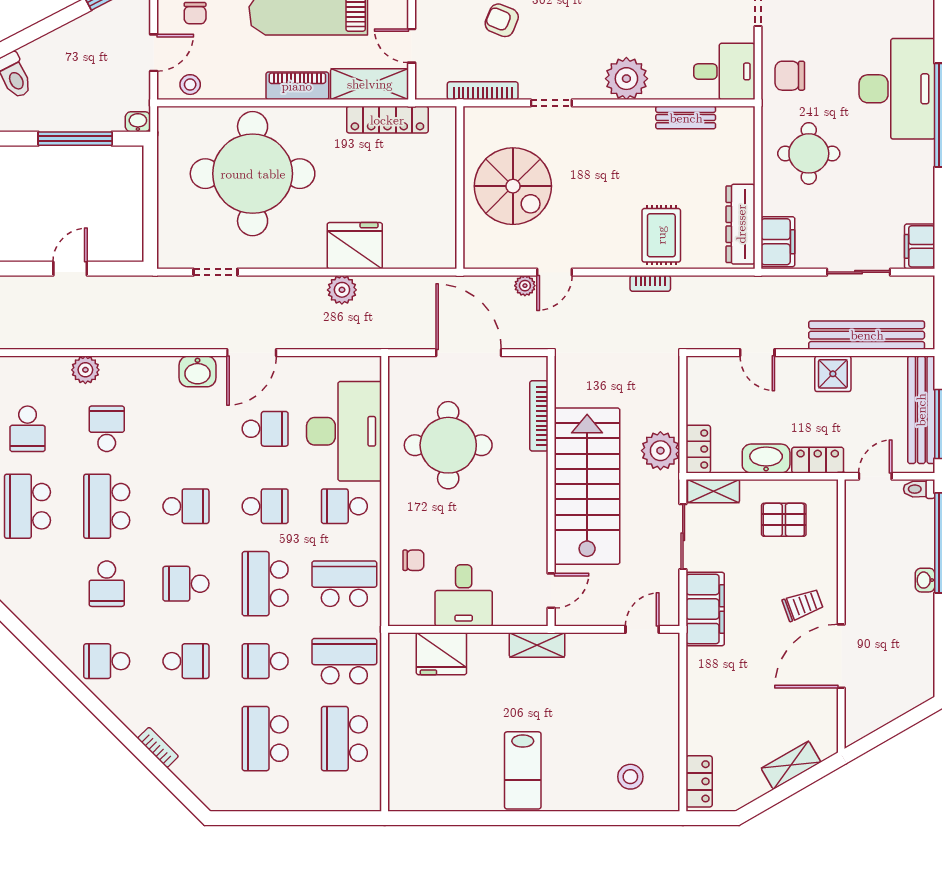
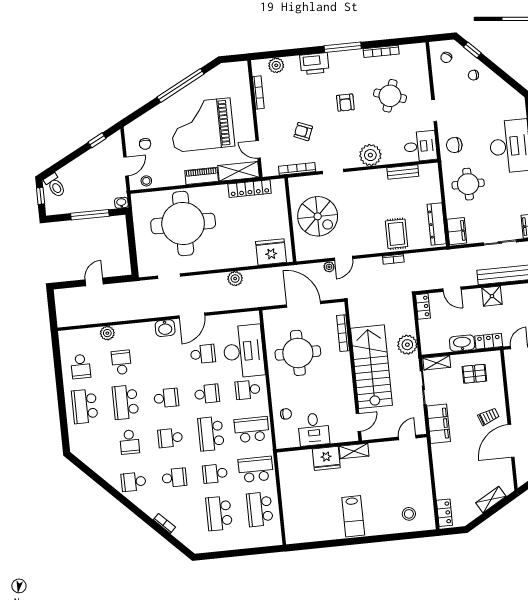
fridge: (355, 246) -> (271, 252), moved
locker: (698, 449) -> (423, 306), moved
fridge: (441, 654) -> (326, 458), moved

